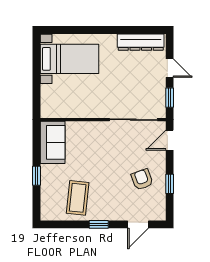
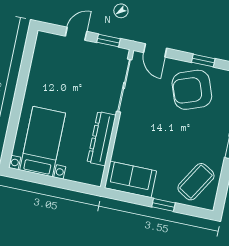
dresser: (141, 42) -> (102, 139), moved, turned 180
armchair: (142, 179) -> (192, 90), width x1.88, depth x1.88
coffee table: (78, 198) -> (196, 182), moved, turned -65

